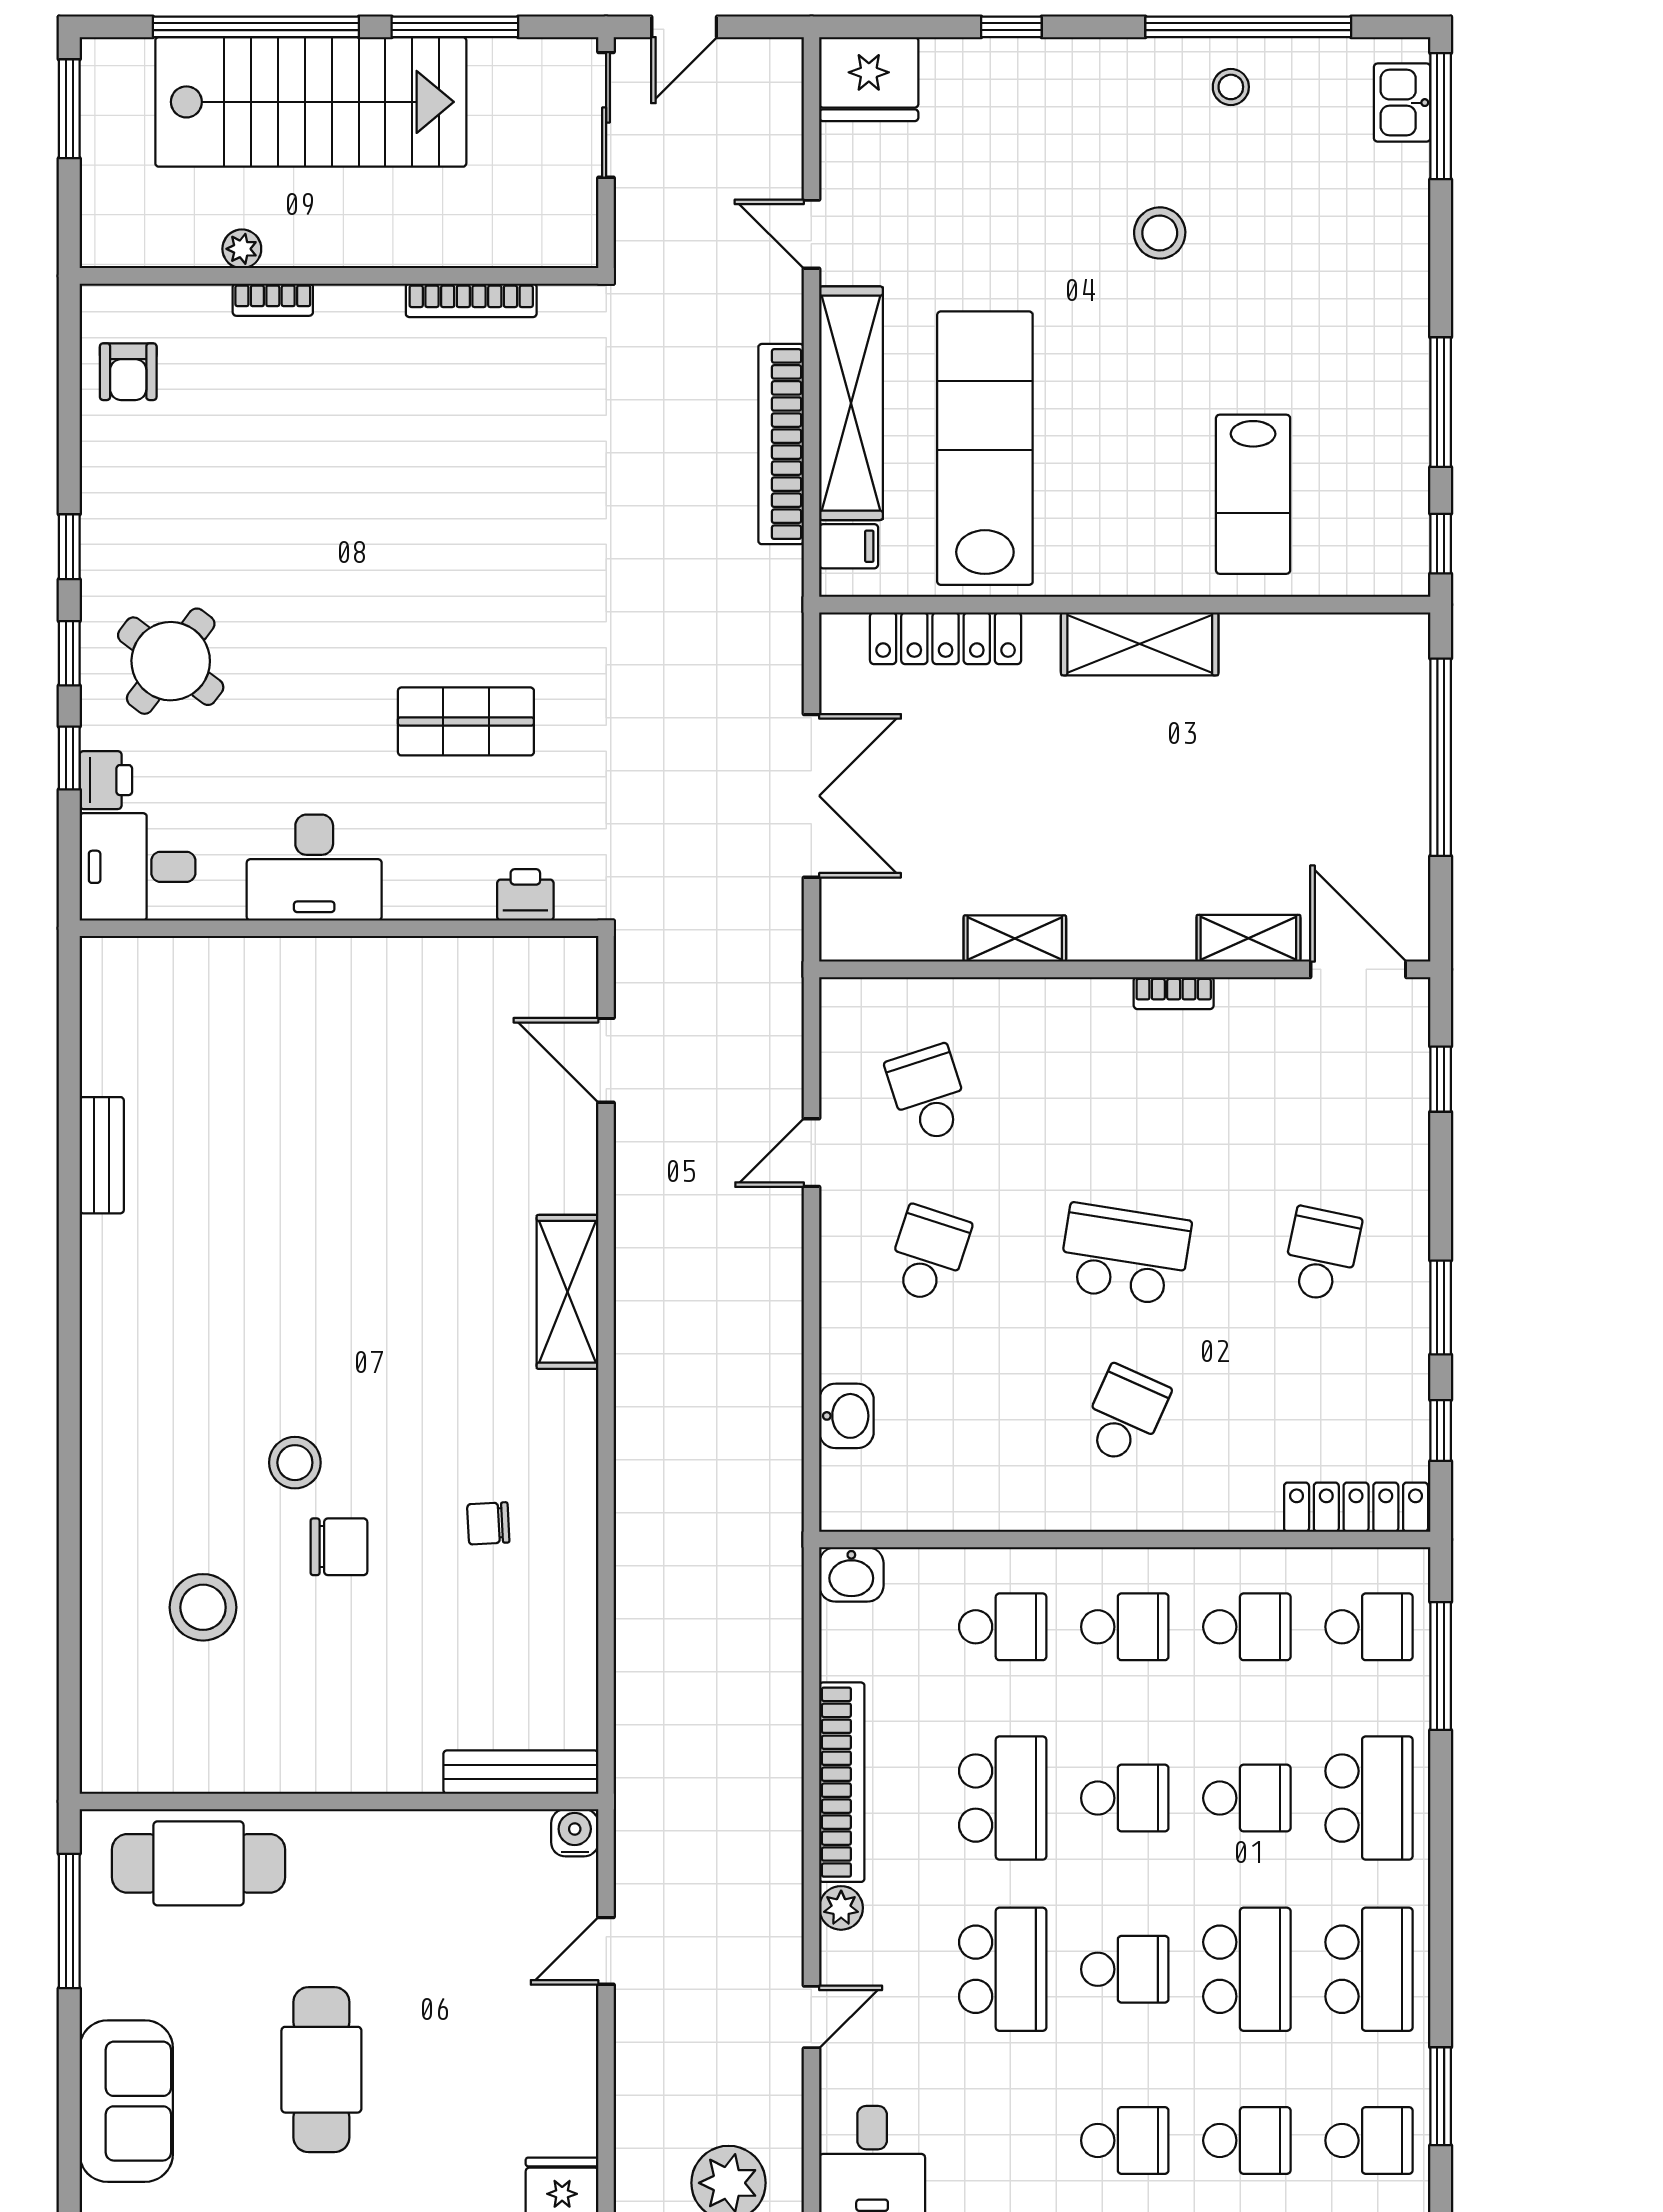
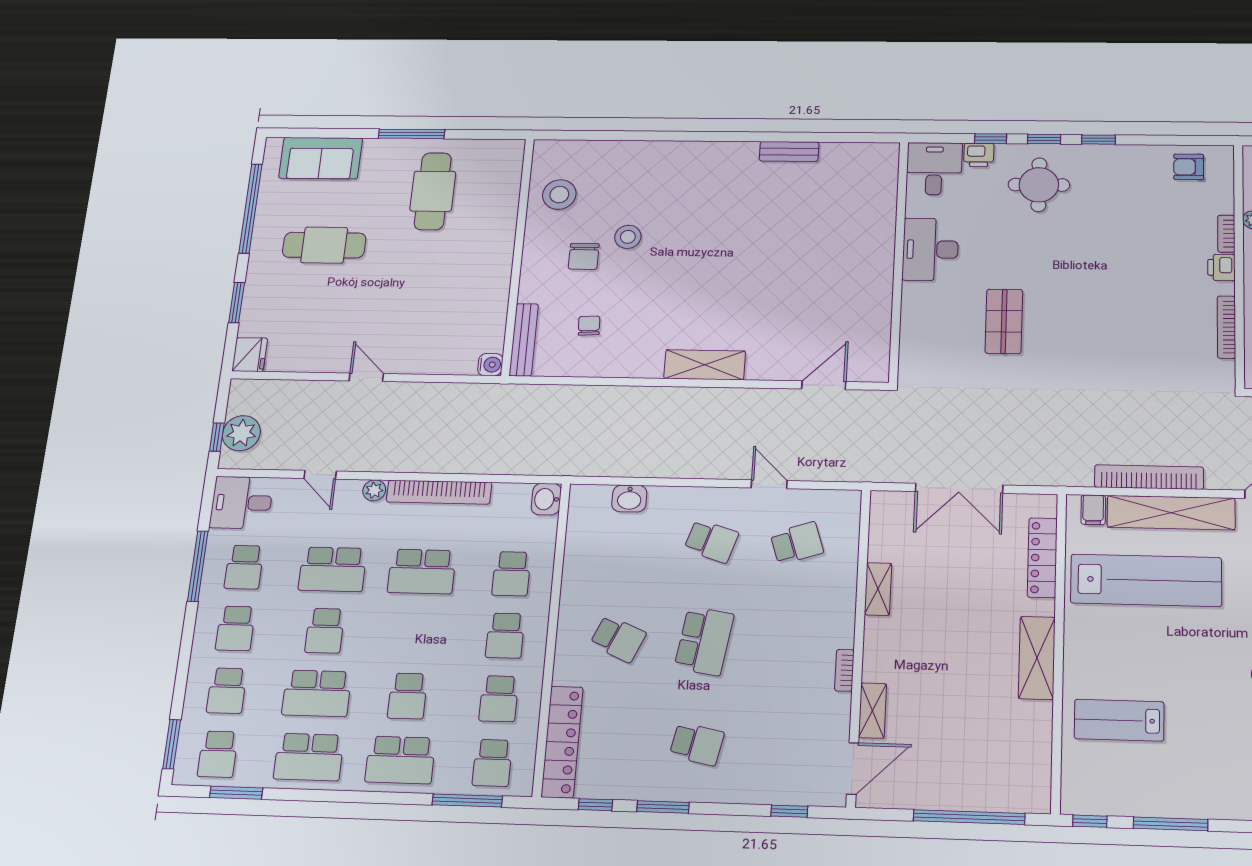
round table: (171, 661) -> (1039, 185), turned -37
printer: (525, 895) -> (1221, 267), moved, turned 180
locker: (1356, 1507) -> (562, 742), width x1.41, depth x1.21
bench: (521, 1772) -> (524, 340), moved
school desk: (1125, 1798) -> (244, 567), moved
wall: (339, 1801) -> (518, 256), moved
water cooler: (575, 1833) -> (490, 365), moved

